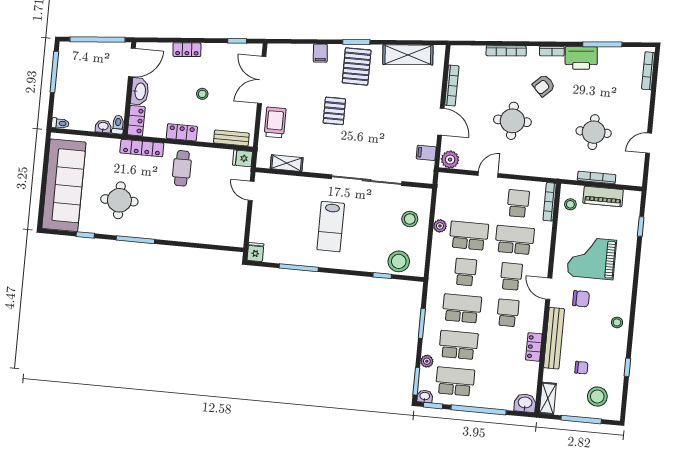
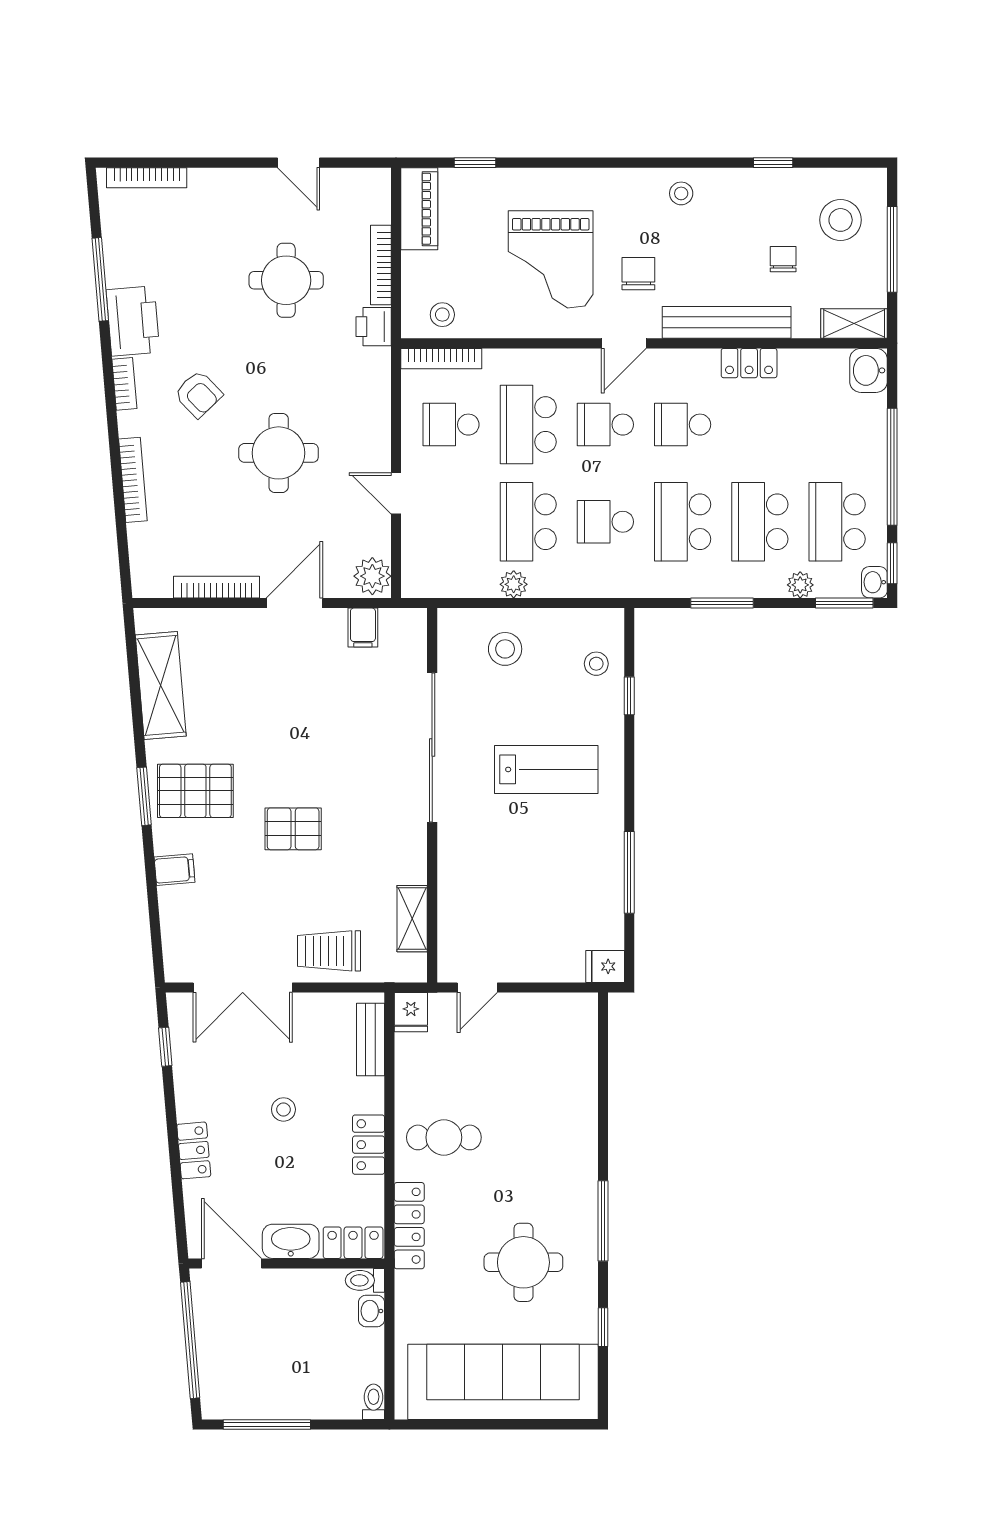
printer: (568, 171) -> (374, 327), added
piano: (603, 196) -> (419, 209), moved
lab bench: (331, 227) -> (546, 769), moved
stool: (399, 261) -> (596, 664), width x0.53, depth x0.53

